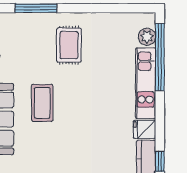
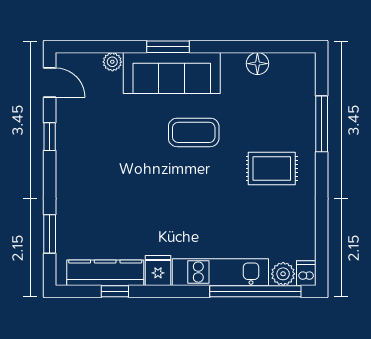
dishwasher: (146, 20) -> (306, 273), added

